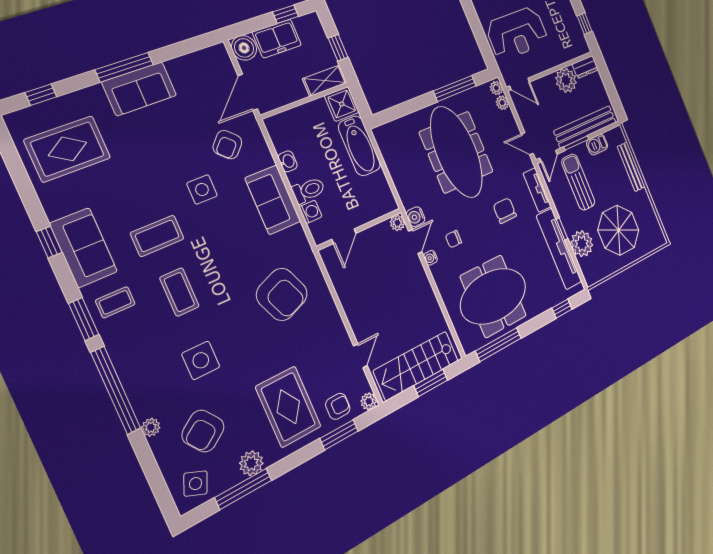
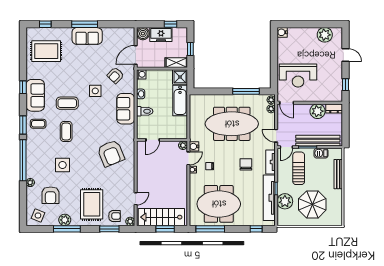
meeting table: (456, 152) -> (232, 124), turned 90
washing machine: (311, 212) -> (141, 74), moved
armchair: (203, 431) -> (51, 195), turned -55
window: (243, 489) -> (67, 229), moved

